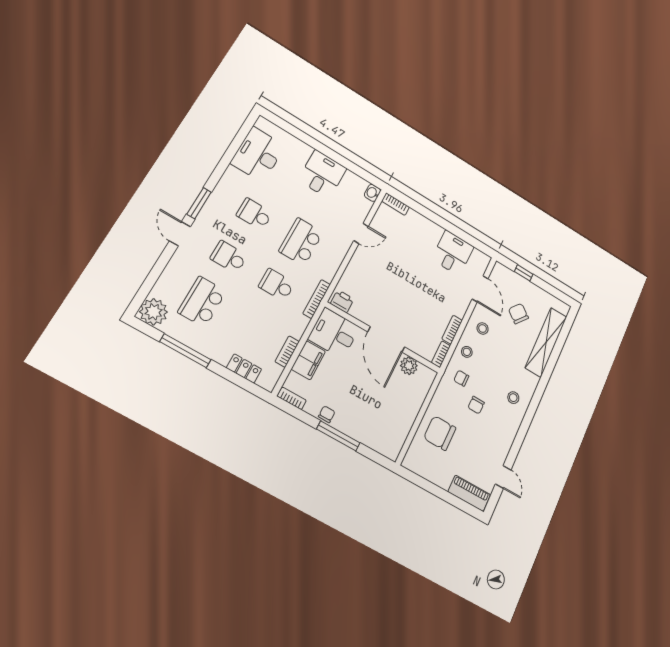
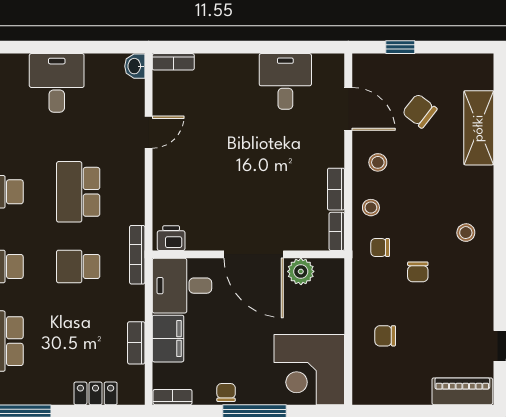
shelving: (546, 342) -> (479, 128), width x0.68
corner desk: (385, 428) -> (309, 370), added
chair: (440, 433) -> (385, 336), width x0.54, depth x0.54

